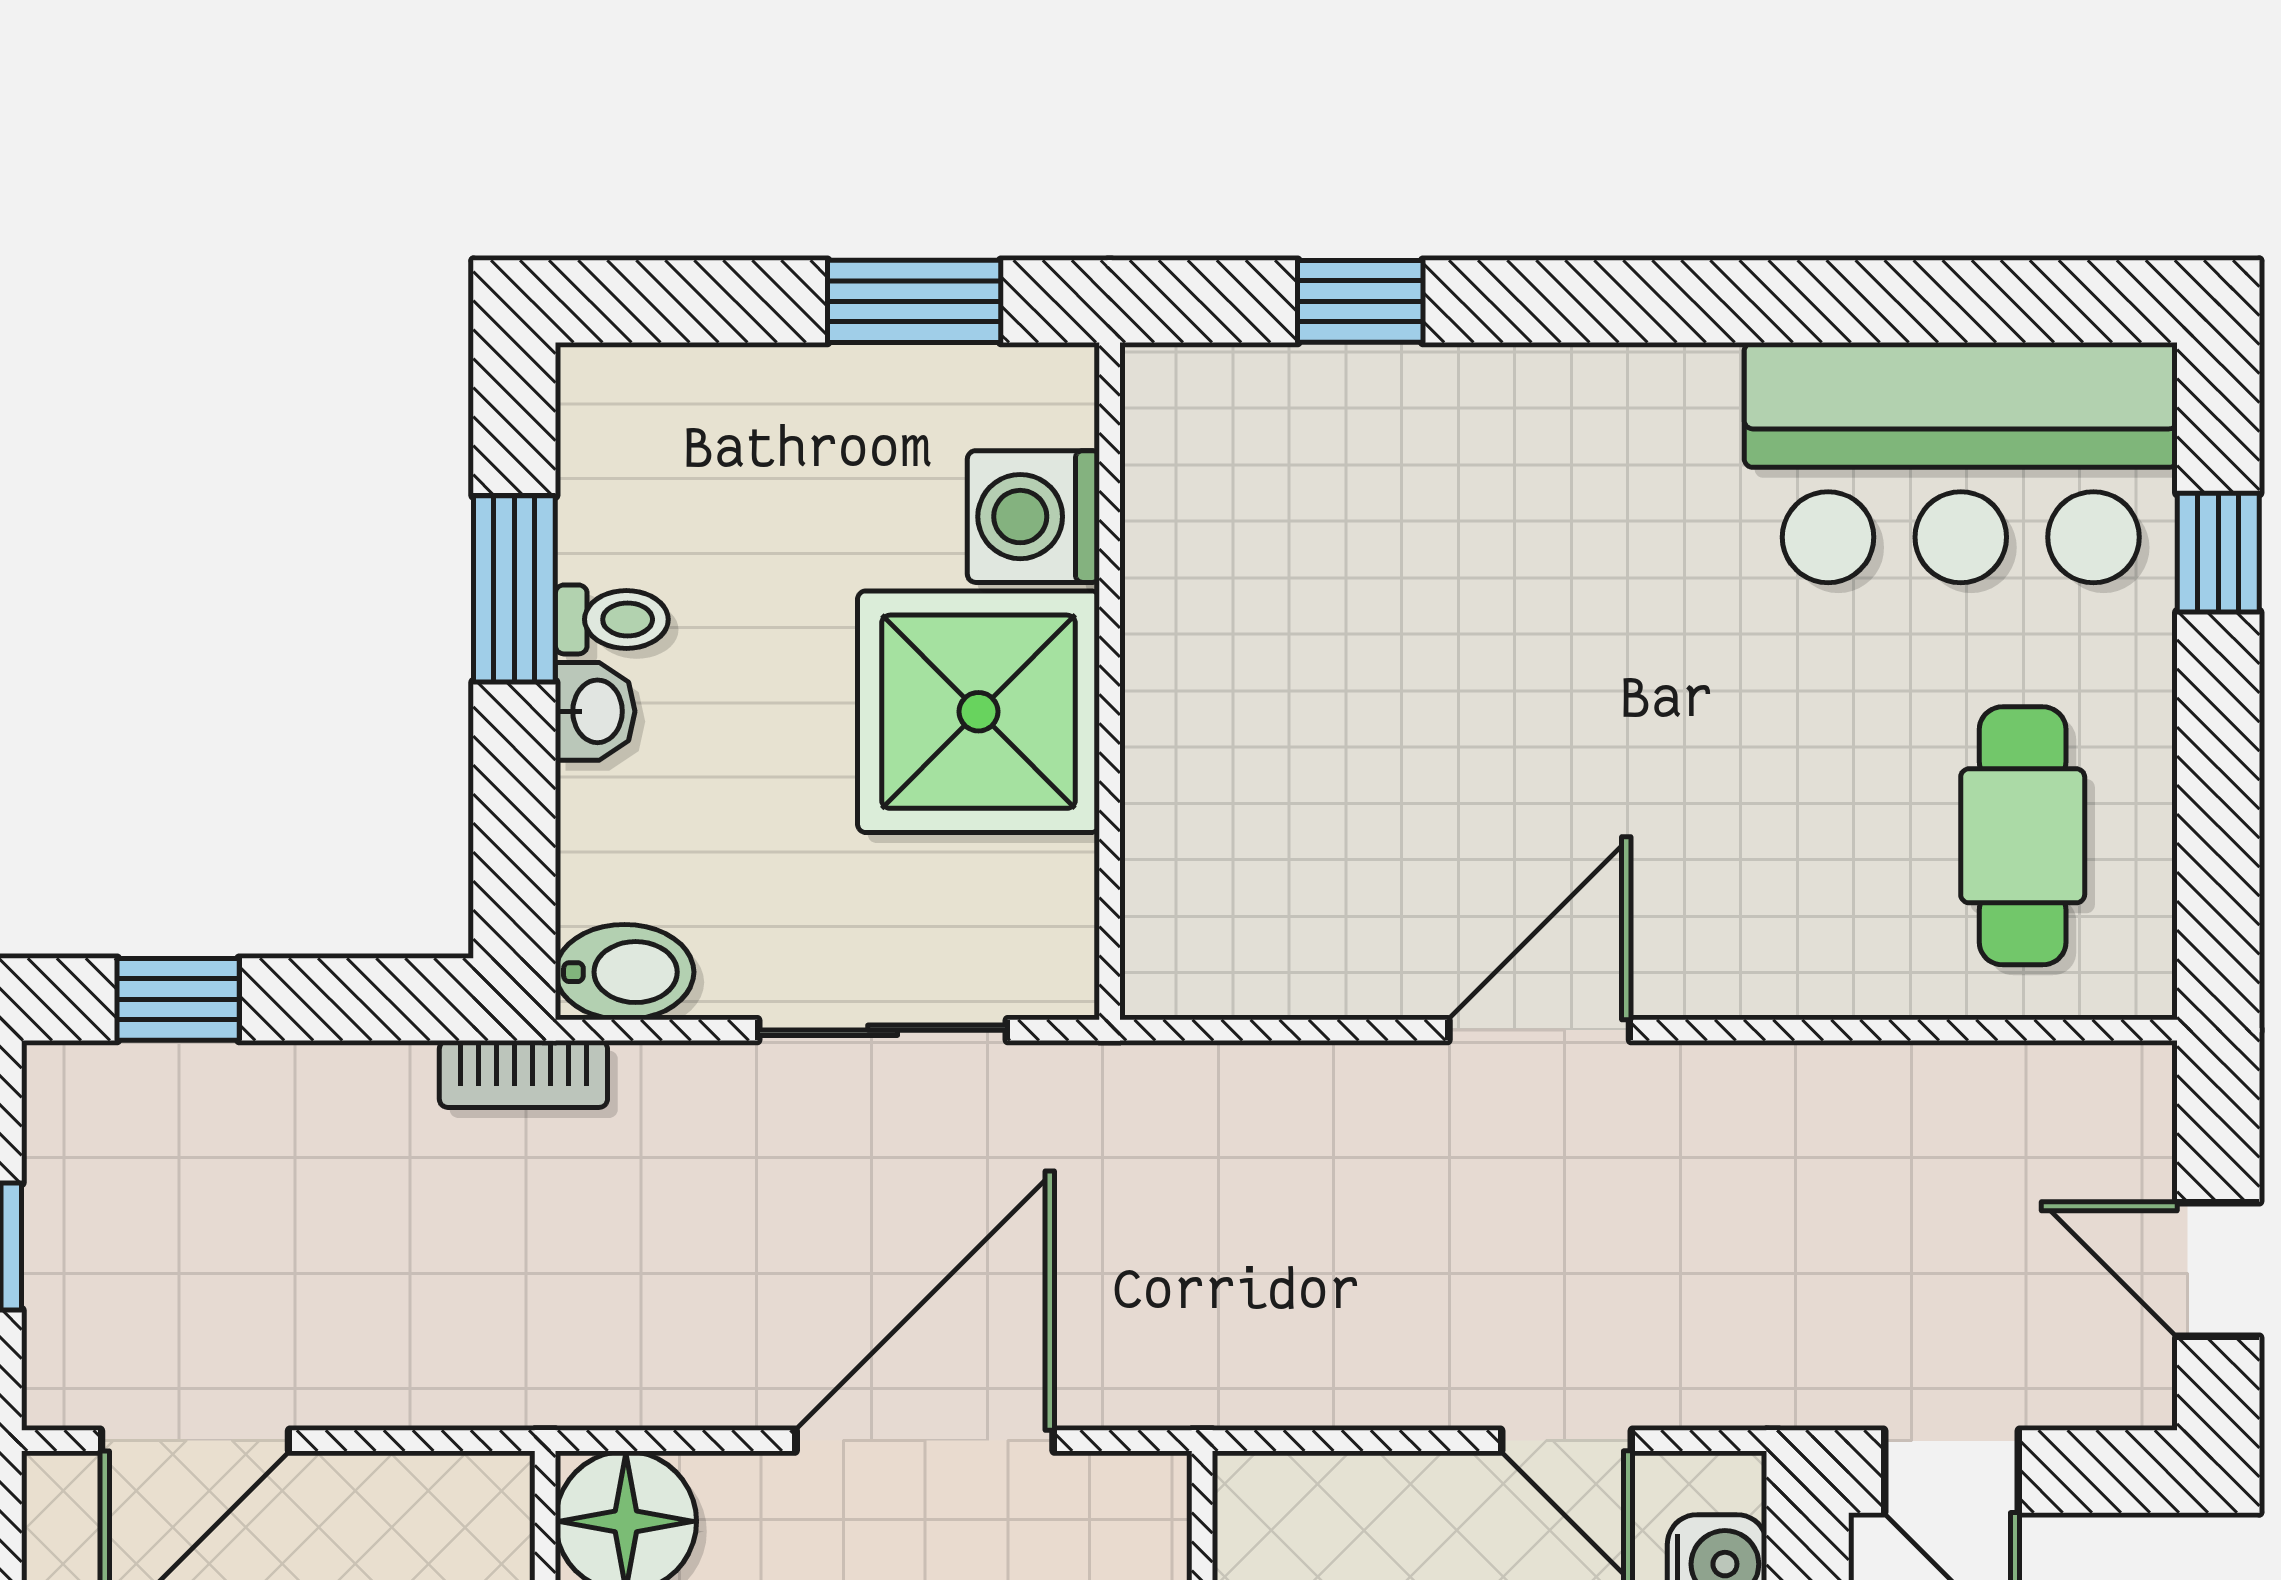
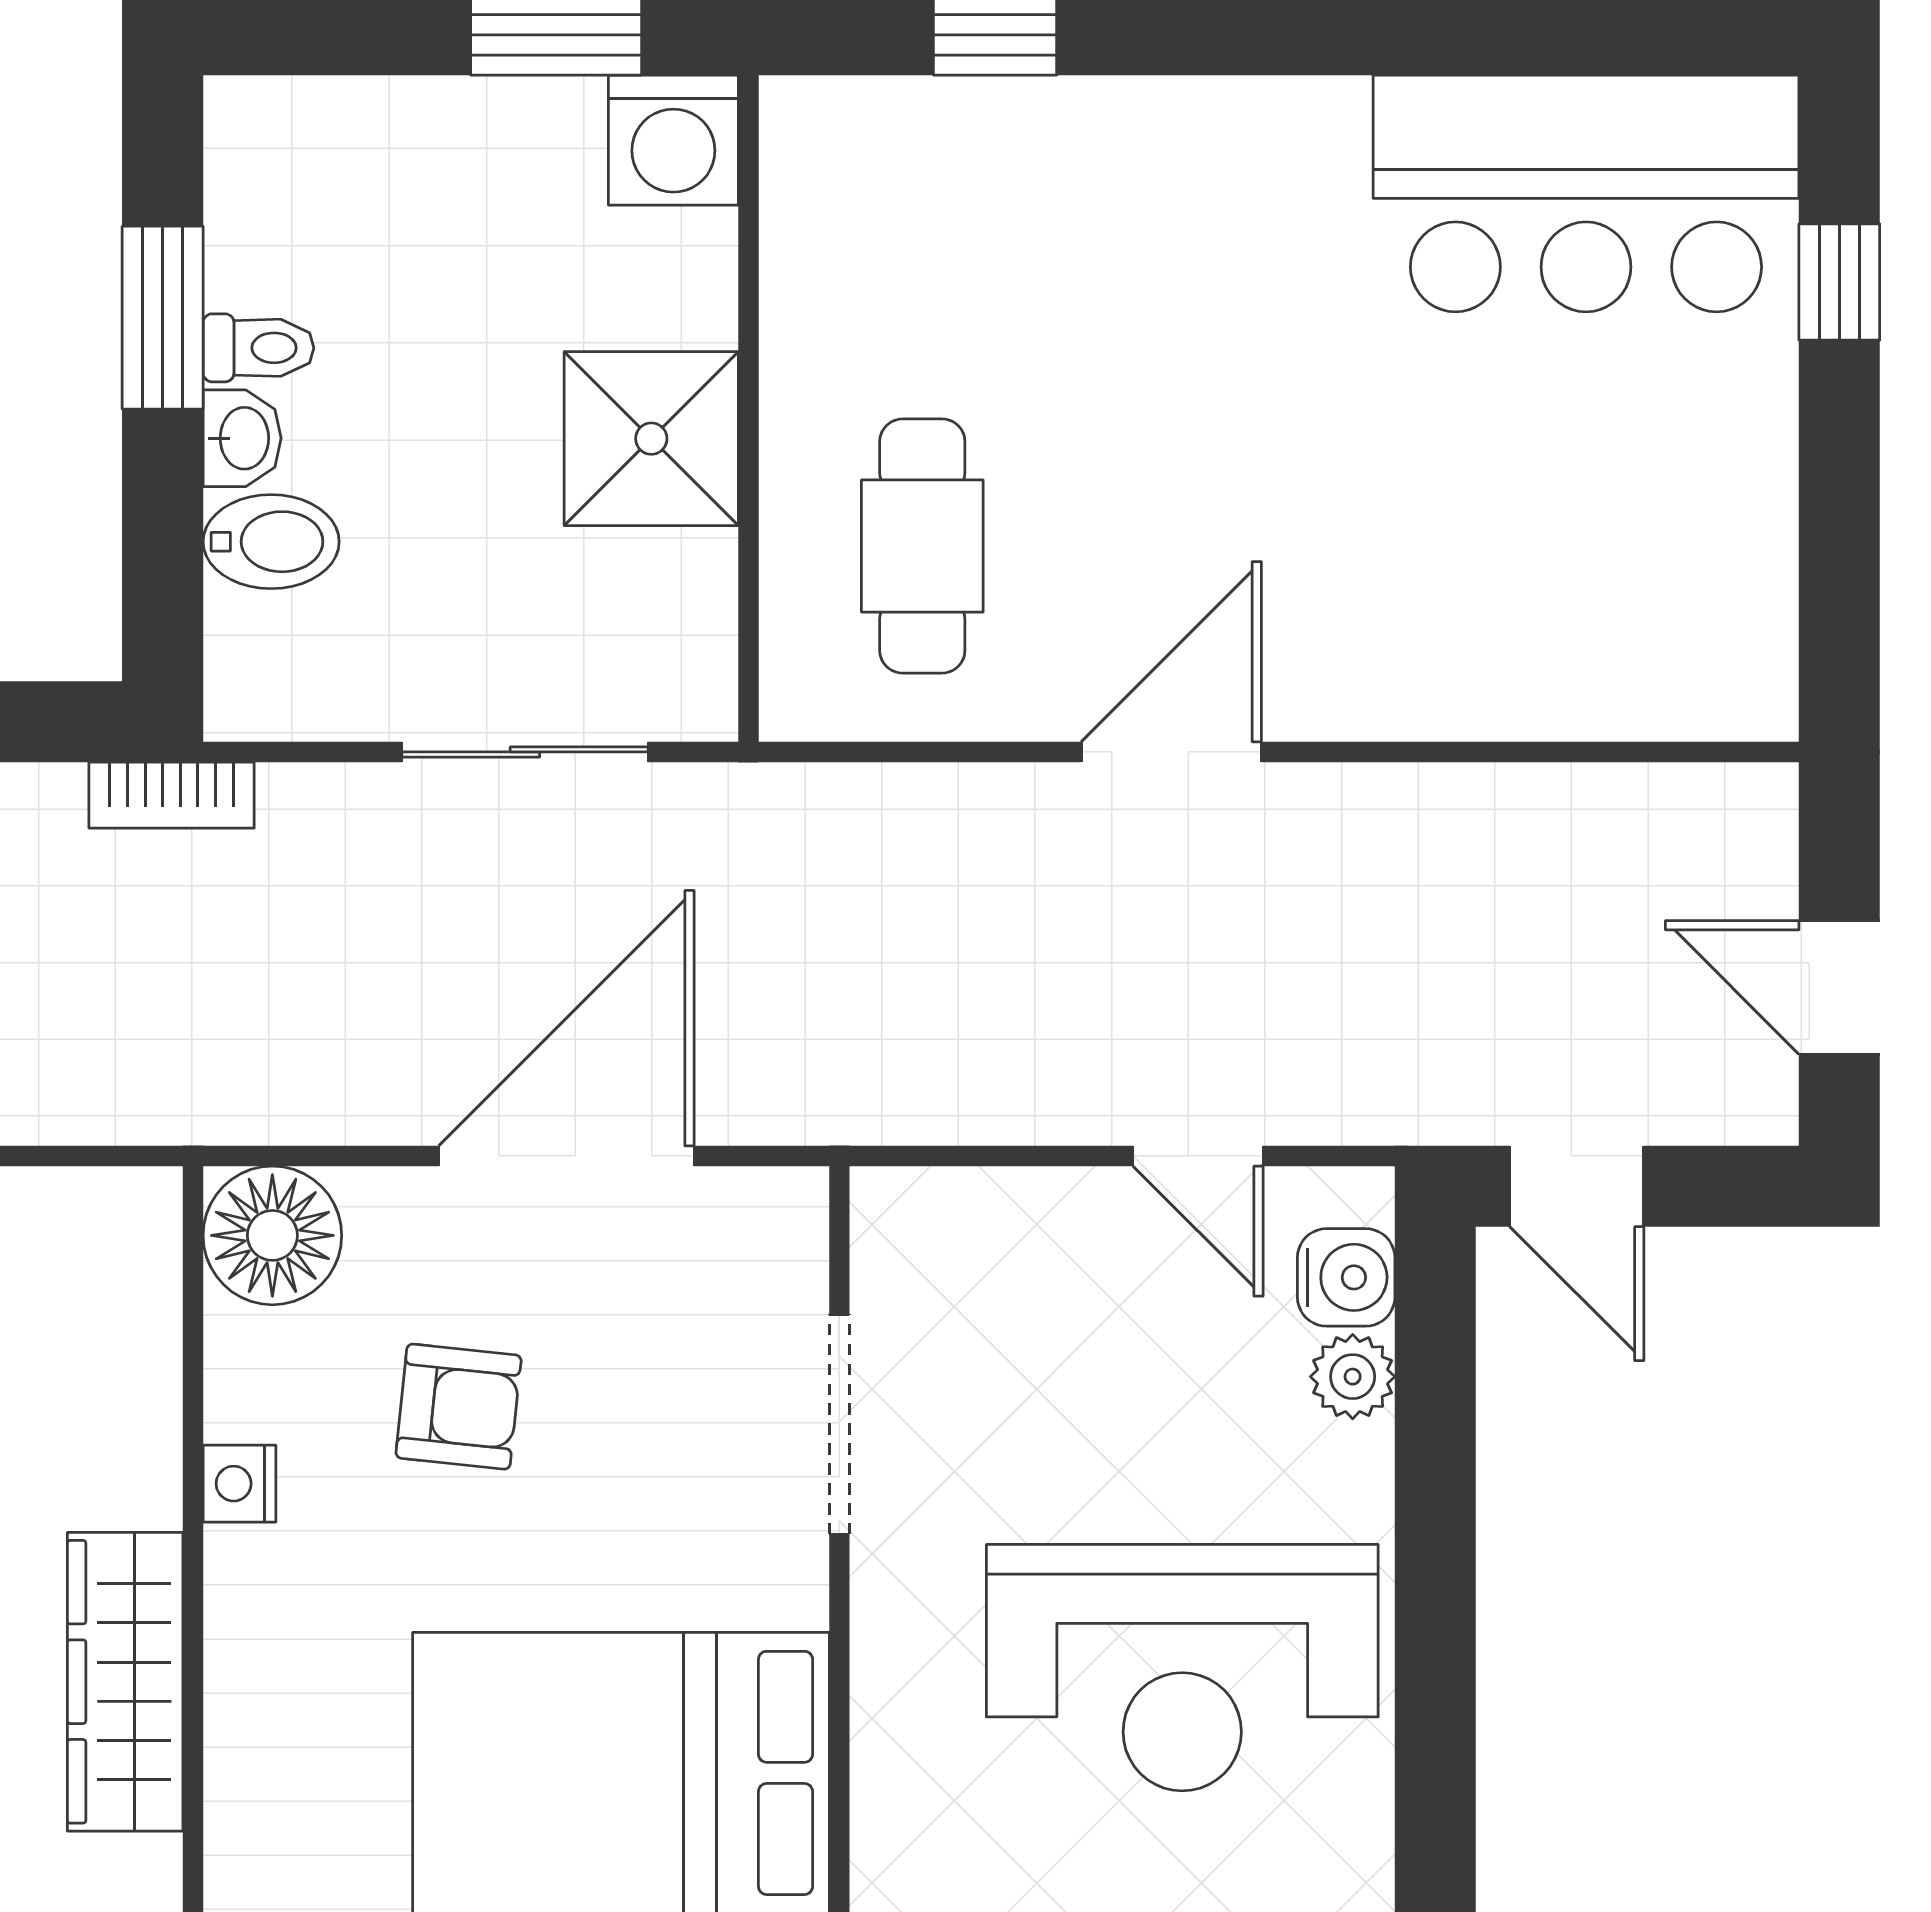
washing machine: (1033, 517) -> (673, 140), moved, turned -90
shower: (979, 712) -> (651, 439), width x0.73, depth x0.73
cafe table: (2023, 836) -> (922, 546), moved
bidet: (625, 972) -> (271, 542), moved

